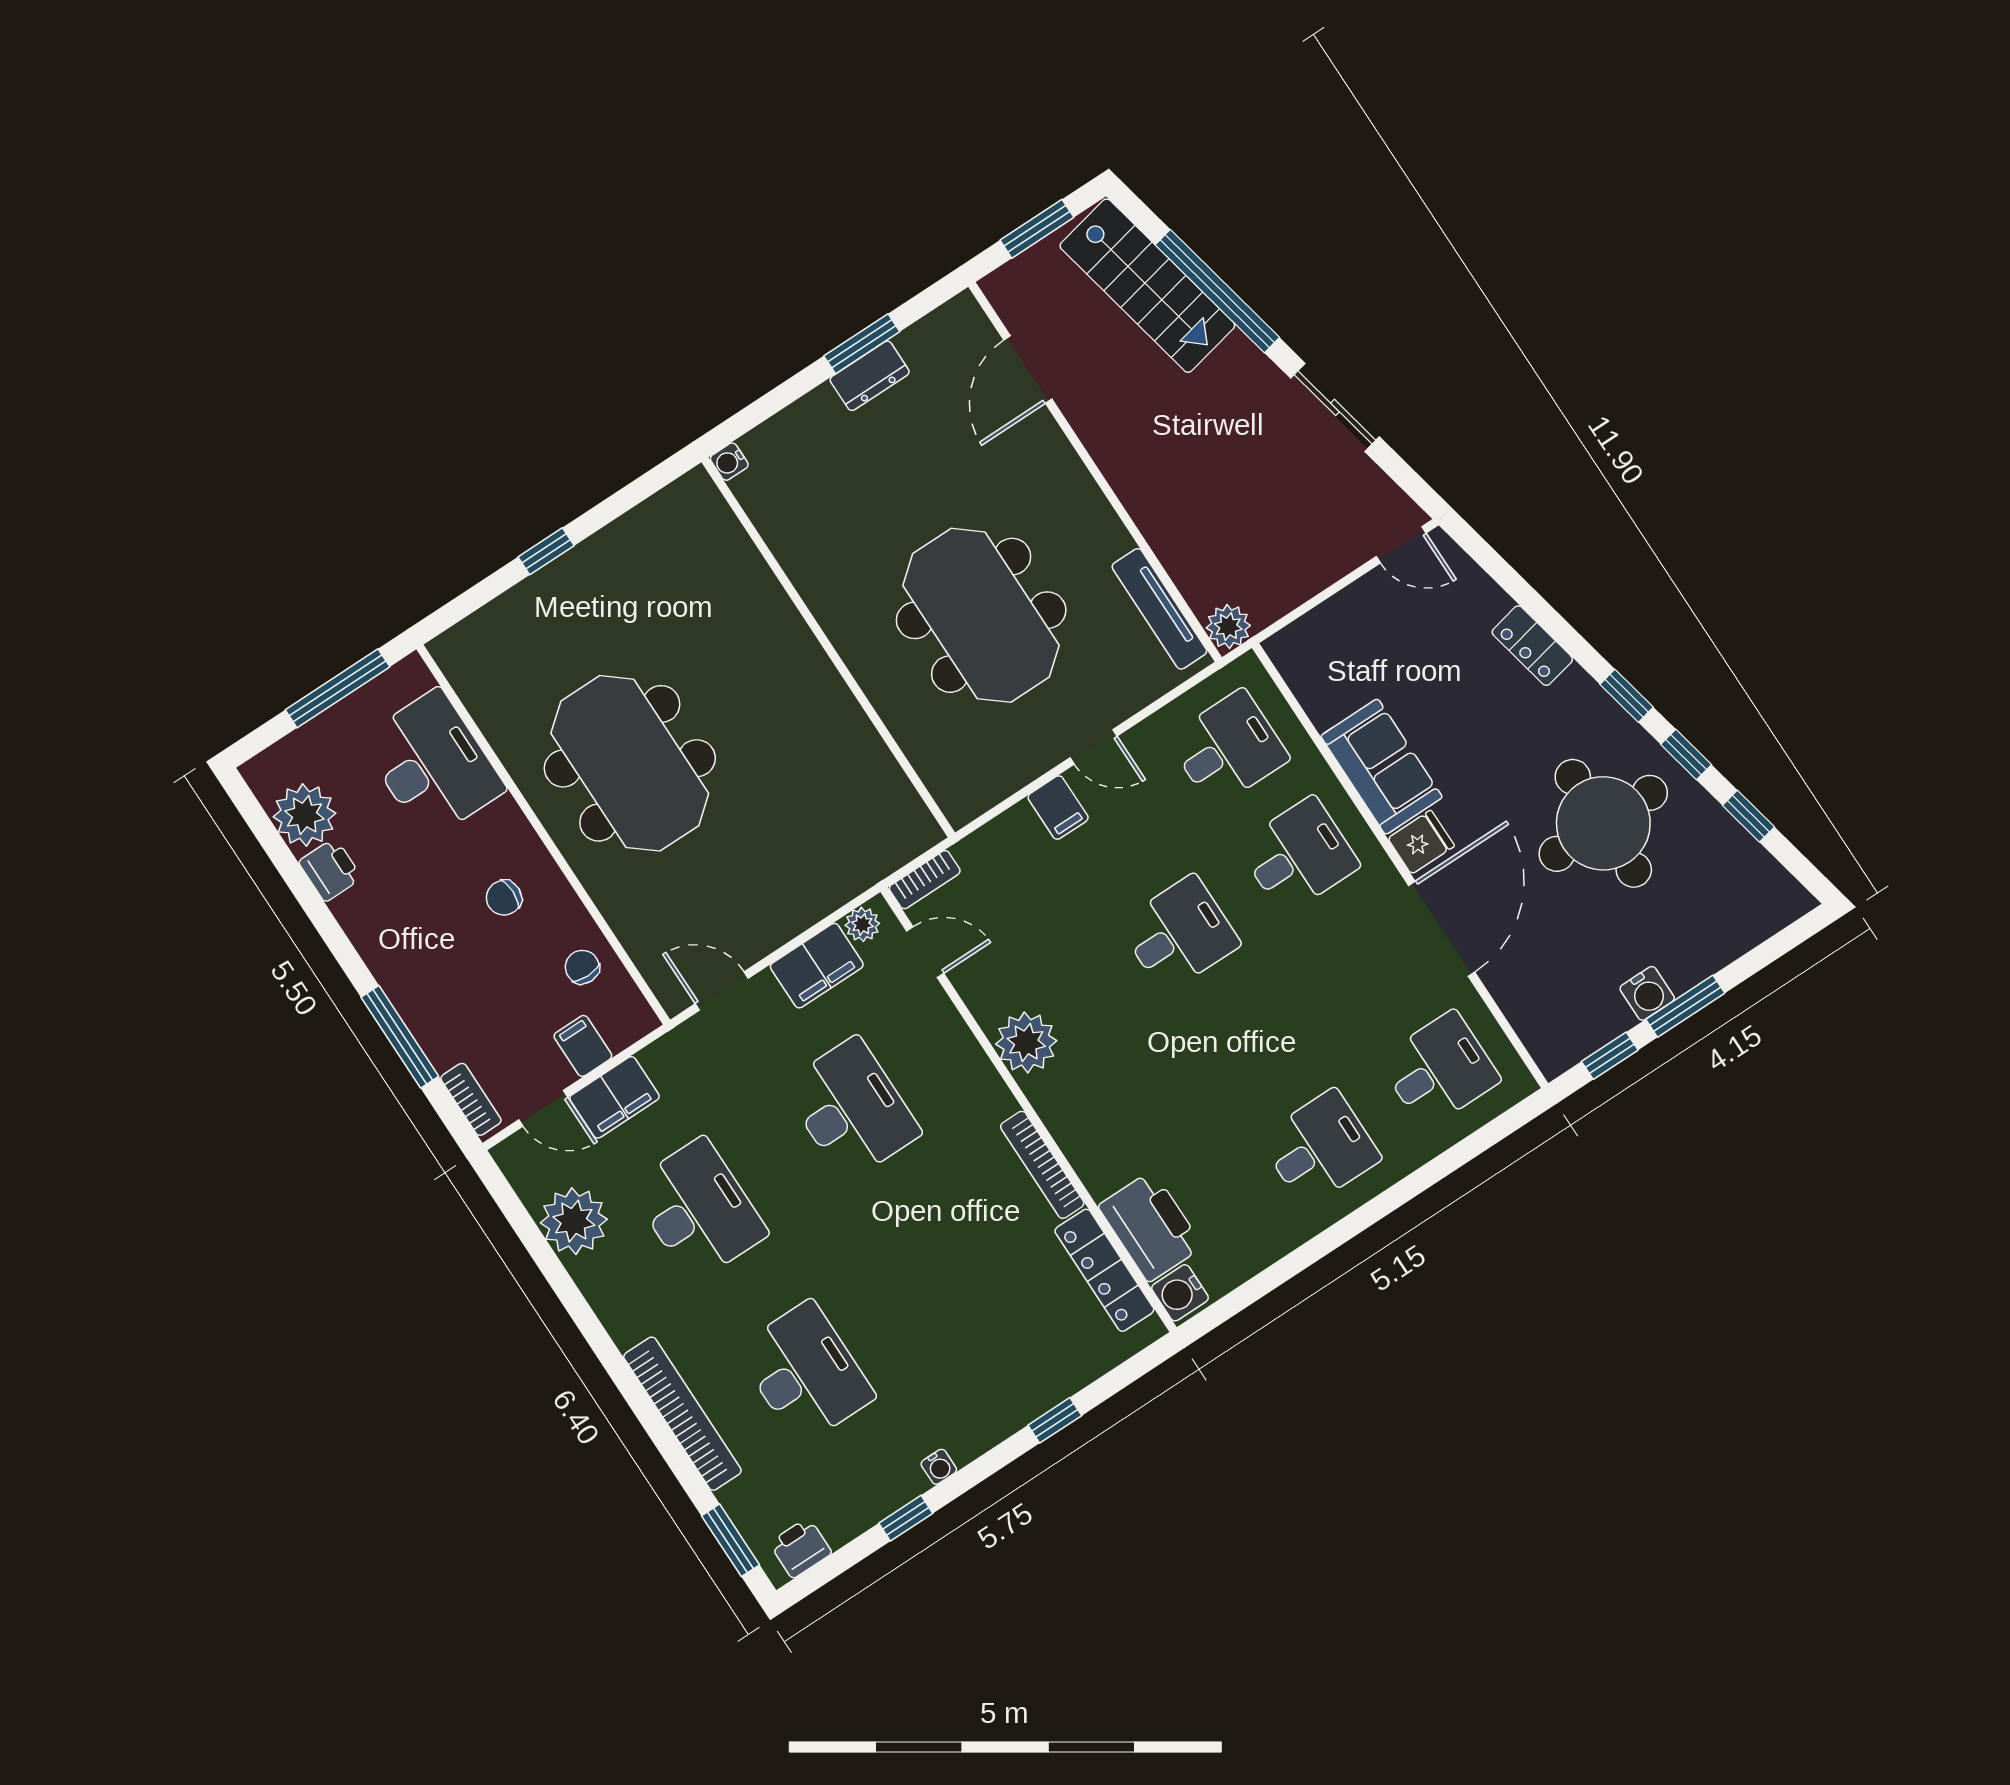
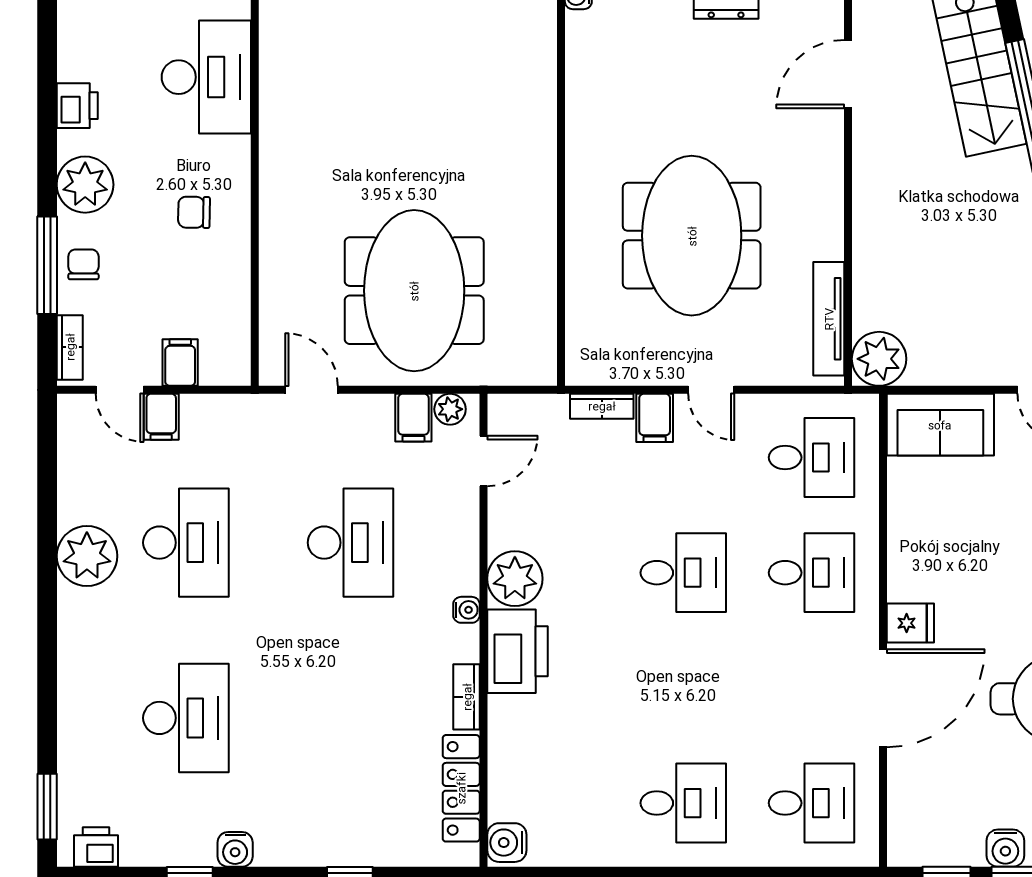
plant: (1228, 627) -> (879, 359), width x1.36, depth x1.36
meeting table: (630, 763) -> (414, 291), moved
sofa: (1382, 767) -> (940, 425), moved, turned 90
plant: (305, 815) -> (85, 185), moved
bookcase: (925, 880) -> (602, 406), moved
door: (925, 952) -> (483, 461), hinge flipped
filing cabinet: (817, 966) -> (413, 418), width x0.50
chair: (582, 967) -> (83, 264), moved
filing cabinet: (615, 1097) -> (161, 417), width x0.50
water cooler: (1000, 1101) -> (466, 610), added
bookcase: (1042, 1165) -> (467, 697), width x0.64
plant: (574, 1221) -> (87, 556), moved
printer: (1150, 1226) -> (517, 651), moved
bookcase: (682, 1414) -> (74, 688), removed
water cooler: (939, 1467) -> (235, 849), width x1.38, depth x1.38

